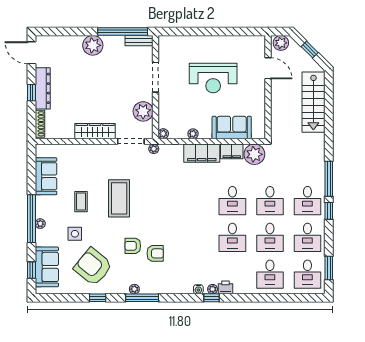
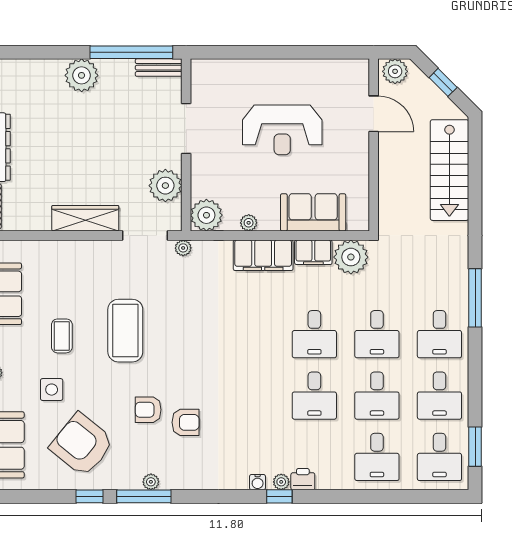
plant: (163, 134) -> (206, 215), width x1.87, depth x1.87
window: (329, 211) -> (475, 351), removed
window: (142, 298) -> (144, 496), moved

